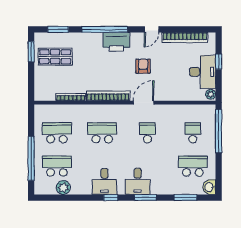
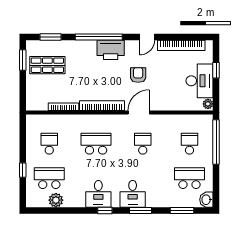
school desk: (57, 133) -> (49, 144), width x0.54
window: (31, 158) -> (23, 170), width x0.32

